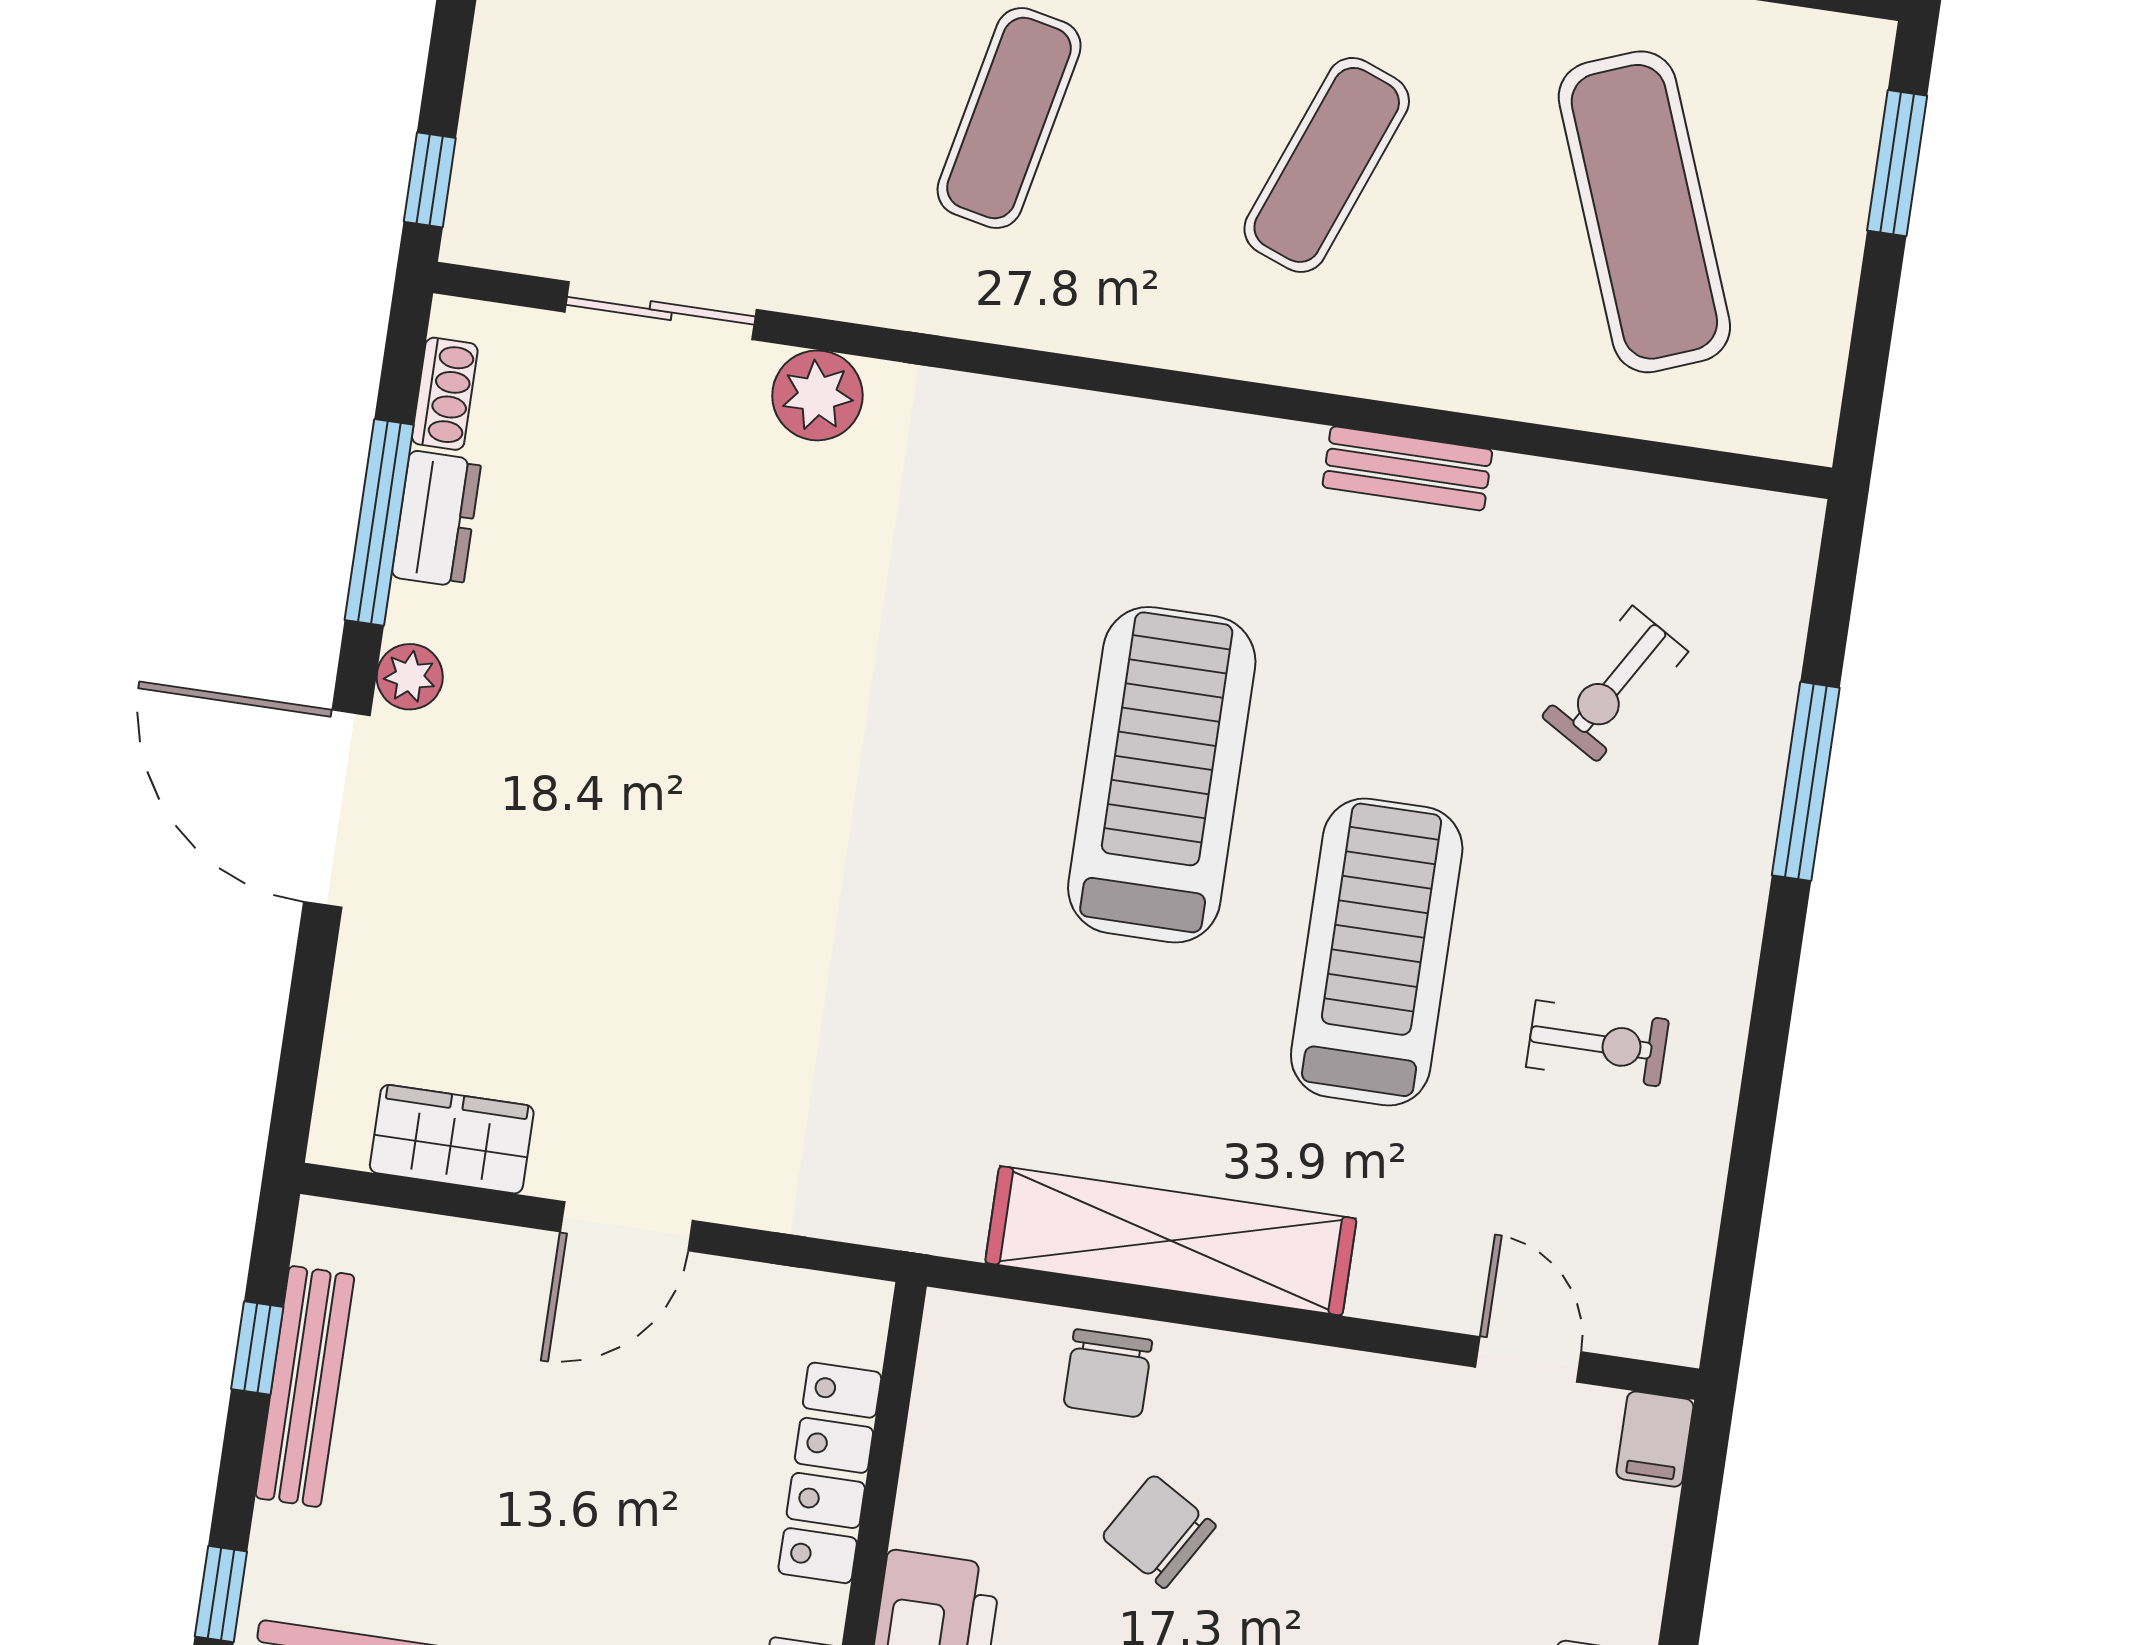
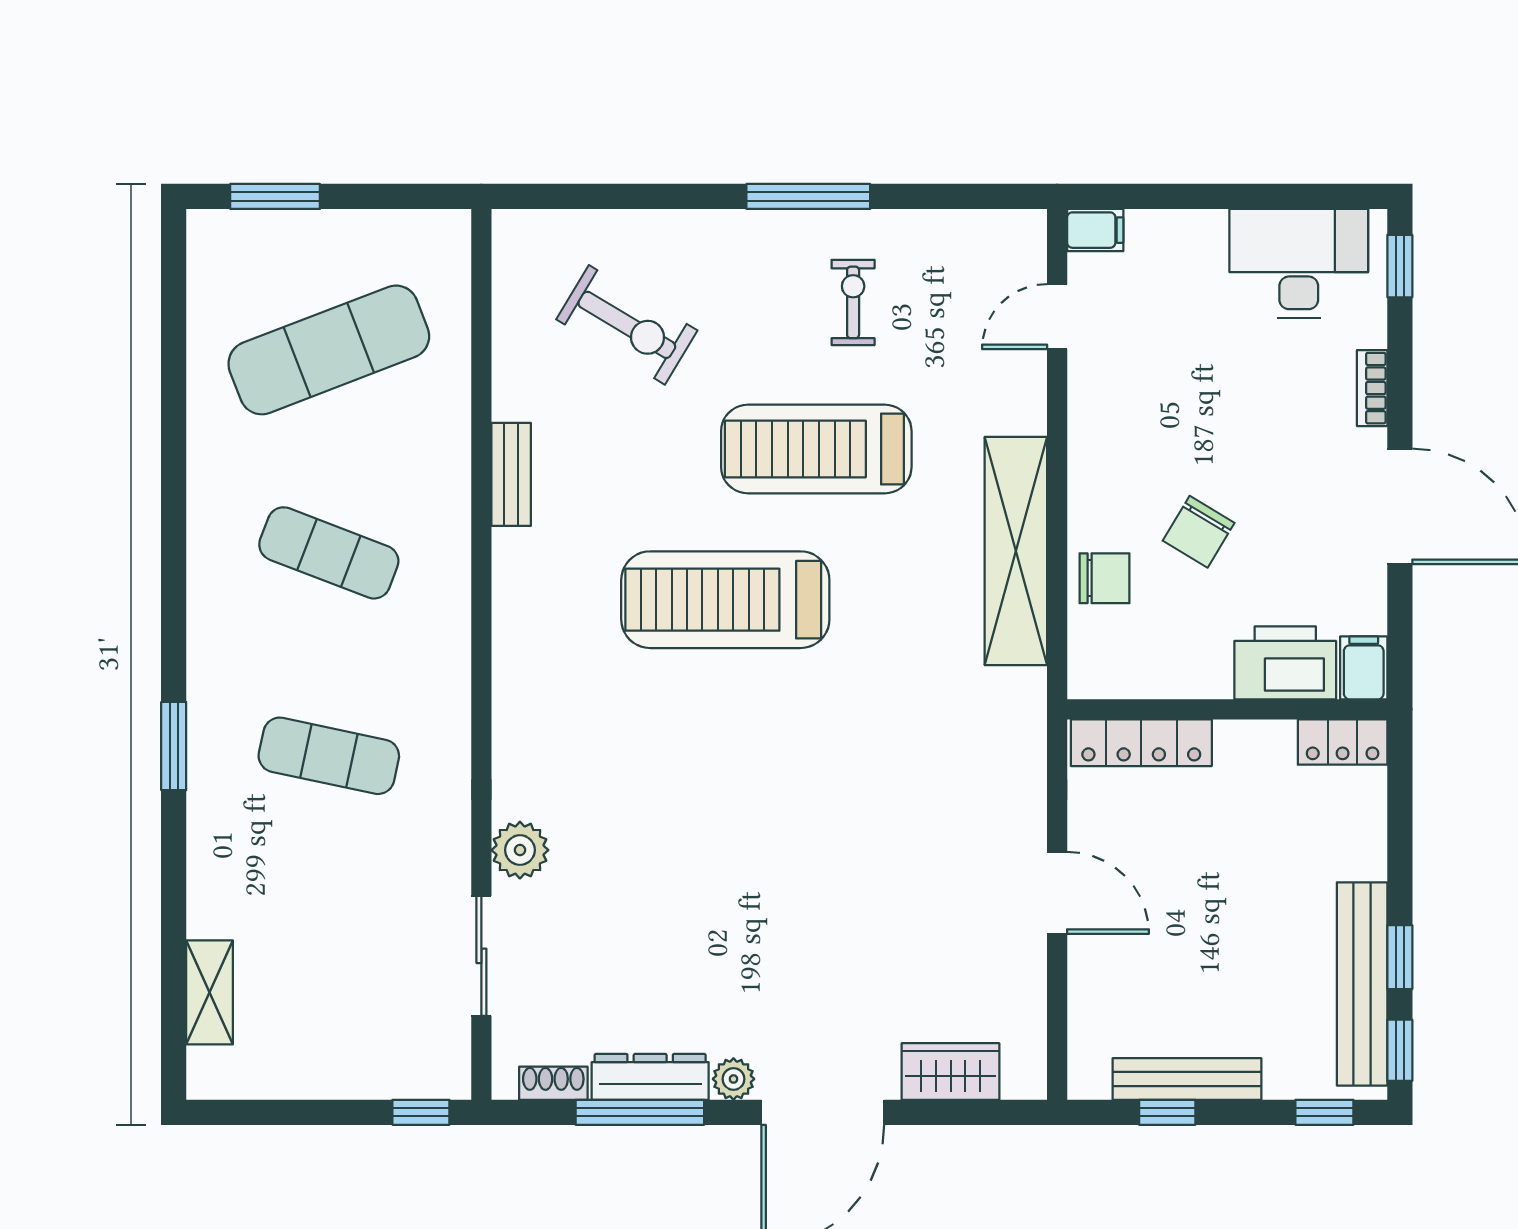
dresser: (436, 519) -> (650, 1077), width x1.44
exercise bike: (1615, 684) -> (627, 325), width x1.38, depth x1.39
window: (1806, 781) -> (808, 196), moved
wardrobe: (452, 1139) -> (951, 1072), moved, turned 90
locker: (830, 1473) -> (1141, 743), moved

